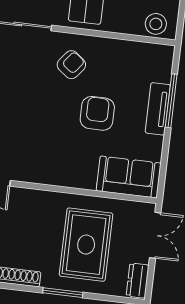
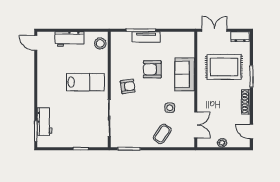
armchair: (71, 65) -> (128, 86), turned 134
side table: (23, 137) -> (170, 108), added
sofa: (129, 177) -> (185, 74), moved

